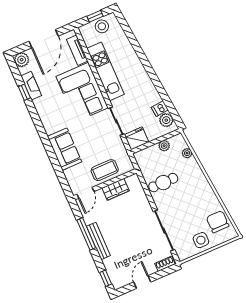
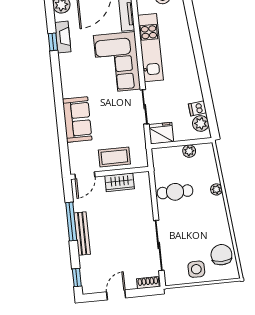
plant: (187, 153) -> (216, 189), moved

